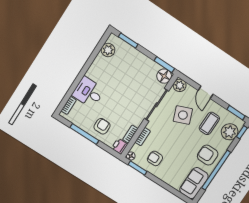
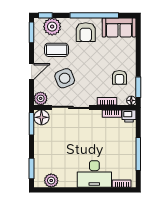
desk: (88, 92) -> (94, 174), width x1.37
armchair: (102, 126) -> (121, 143), removed

